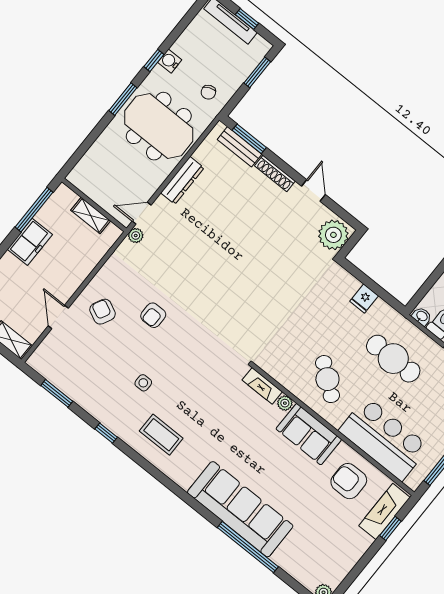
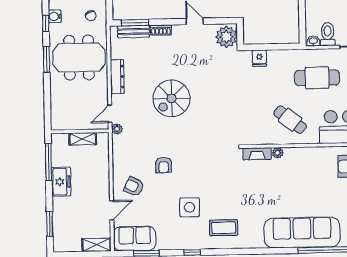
shoe rack: (275, 173) -> (161, 30), width x0.70
spiral stairs: (221, 251) -> (171, 98), added
fridge: (364, 298) -> (259, 58), moved
door: (58, 317) -> (112, 210), swing flipped
side table: (143, 383) -> (190, 207), width x1.87, depth x1.87
sofa: (309, 434) -> (135, 239), moved, turned 180

